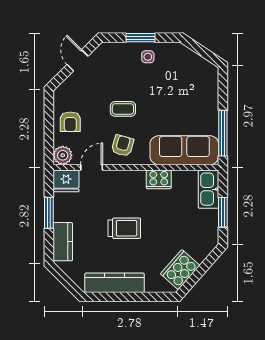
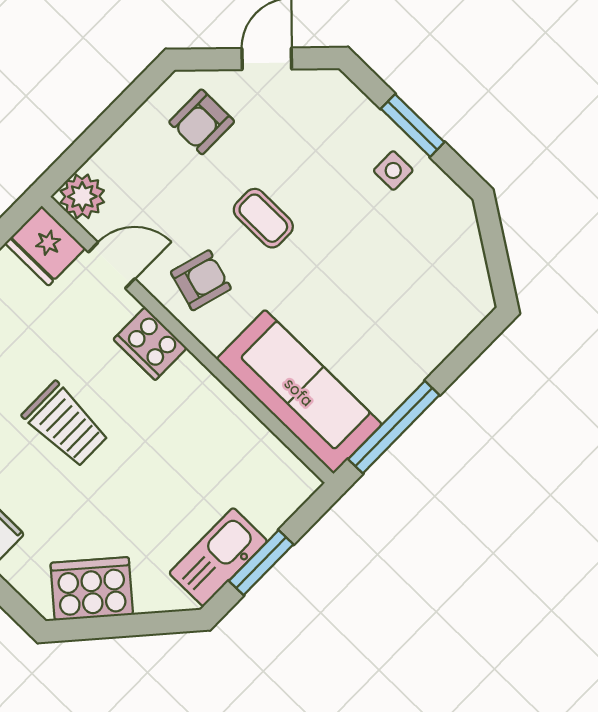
armchair: (70, 122) -> (202, 122), moved
cooker: (159, 179) -> (150, 344), moved
kitchen sink: (209, 189) -> (218, 557), moved

